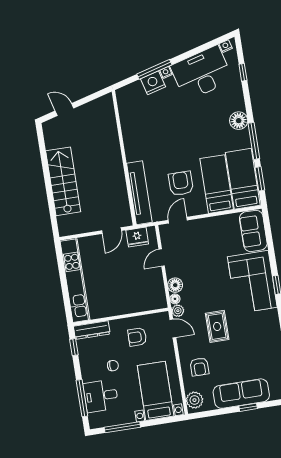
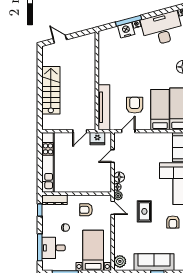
armchair: (199, 367) -> (173, 222), moved

